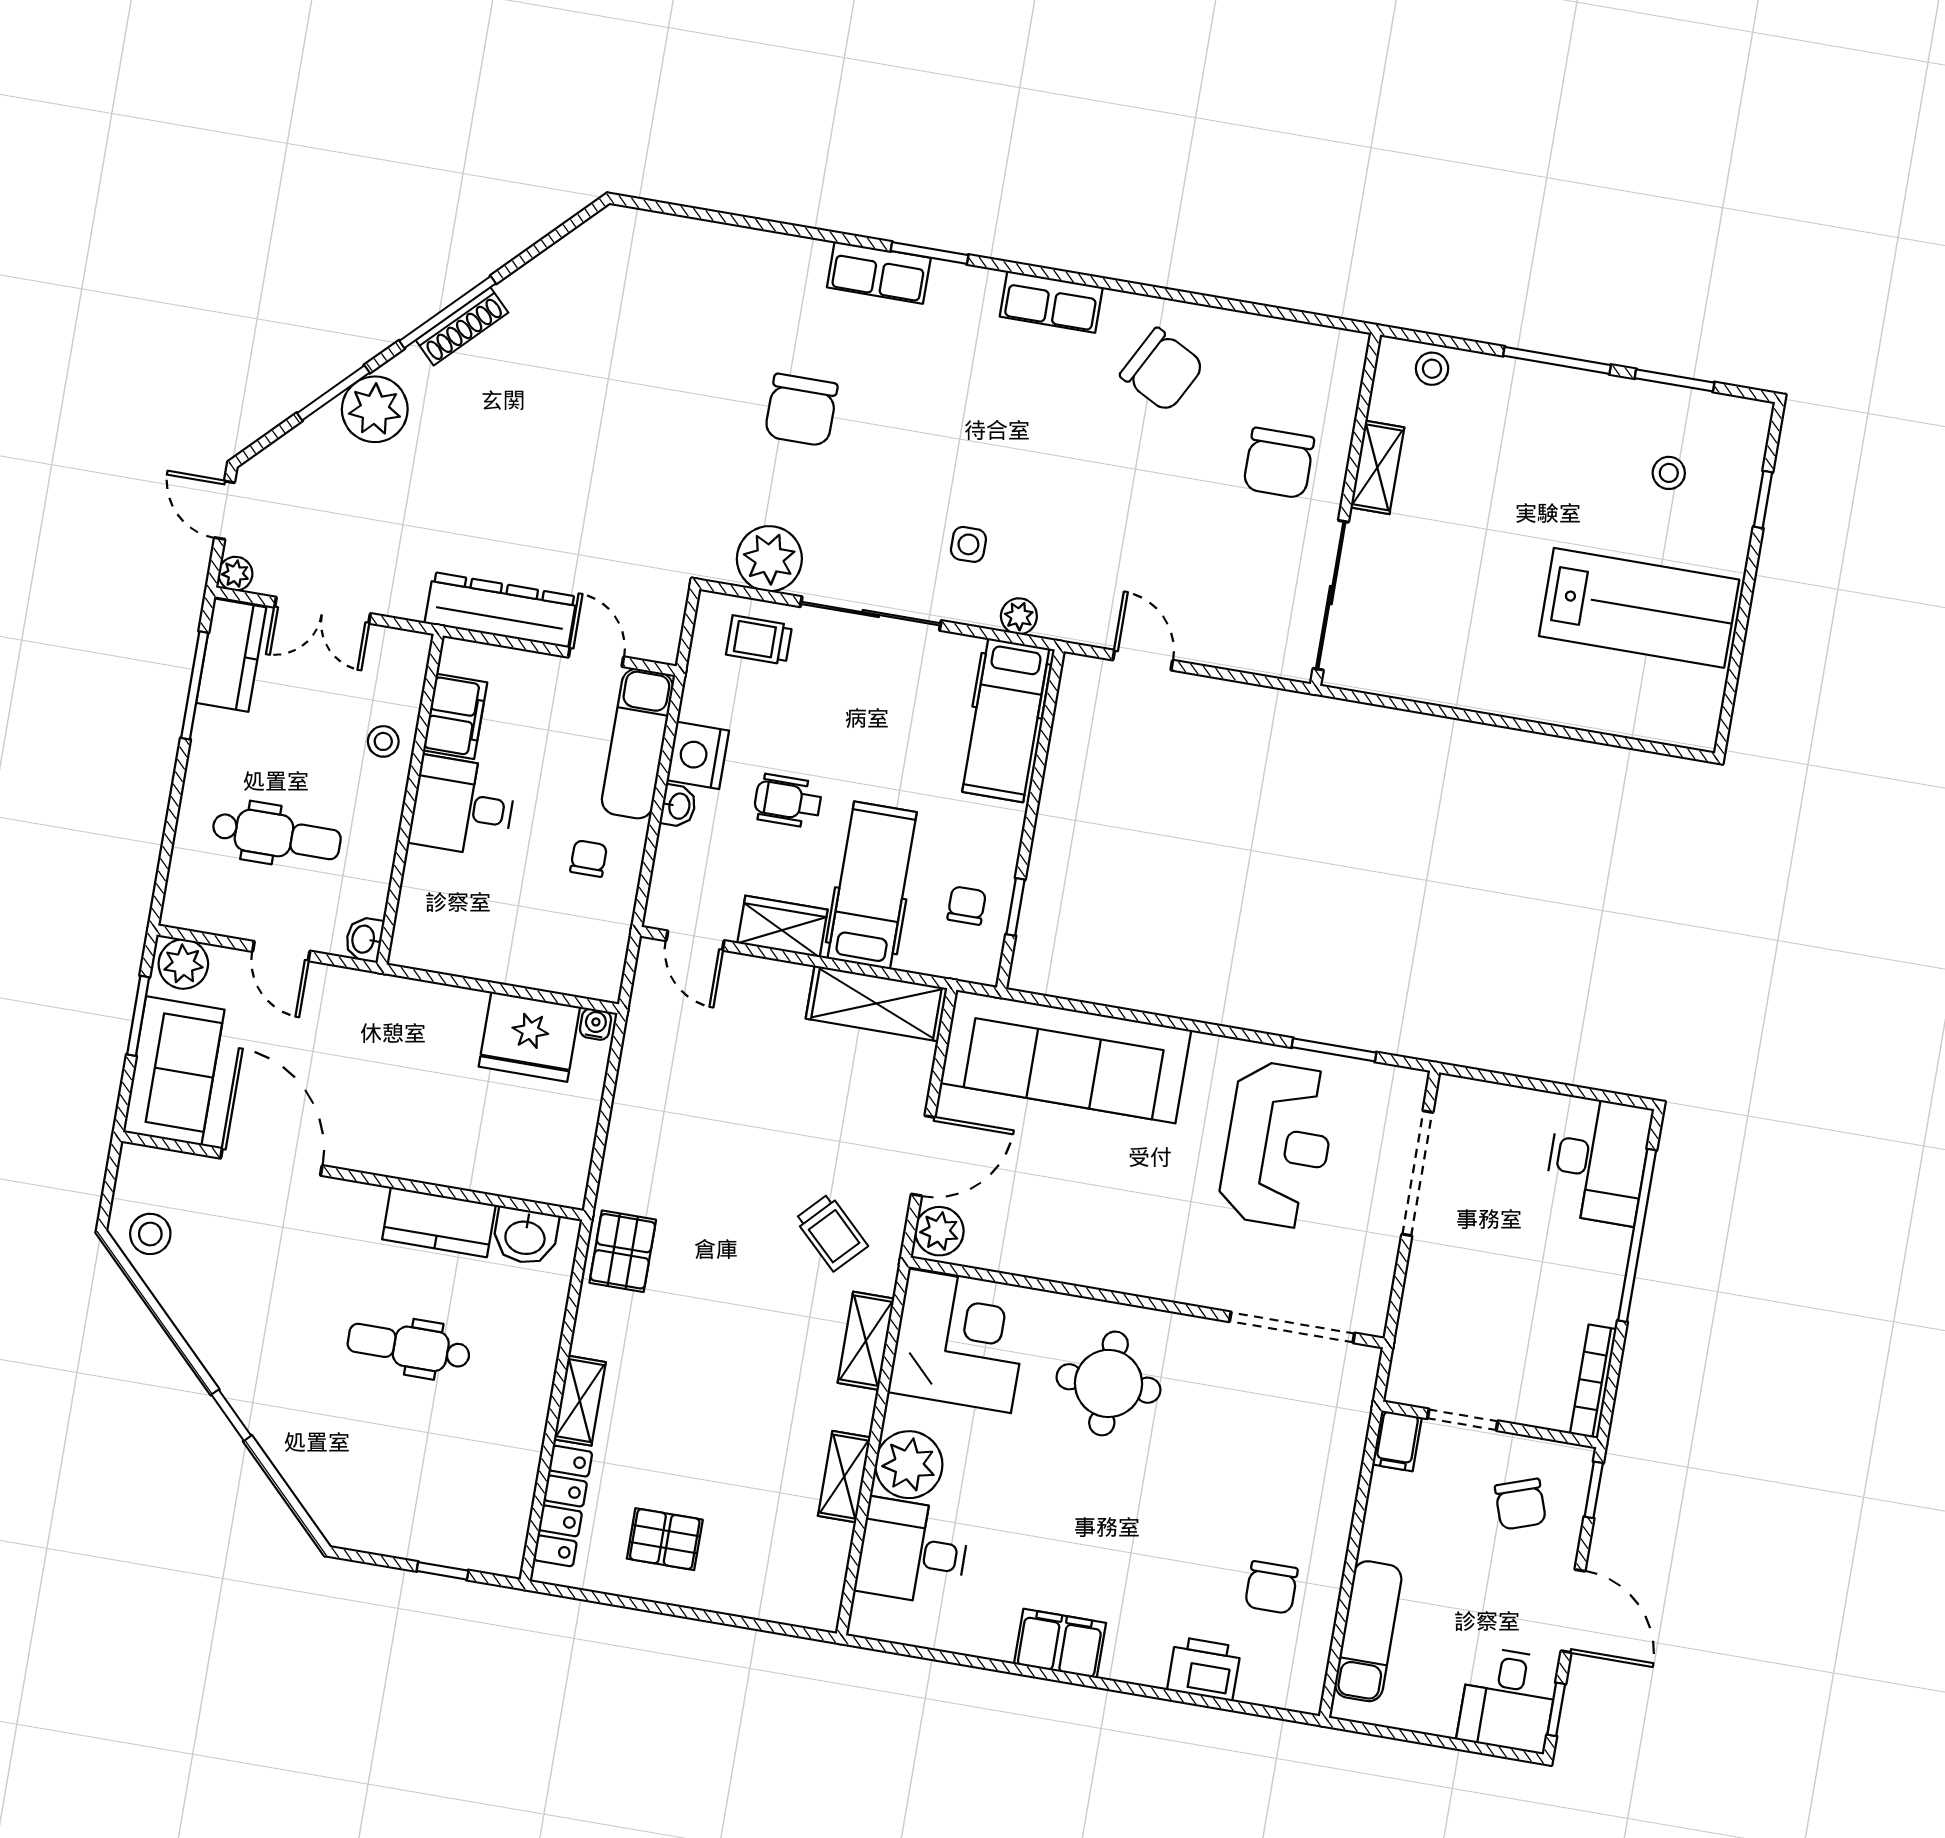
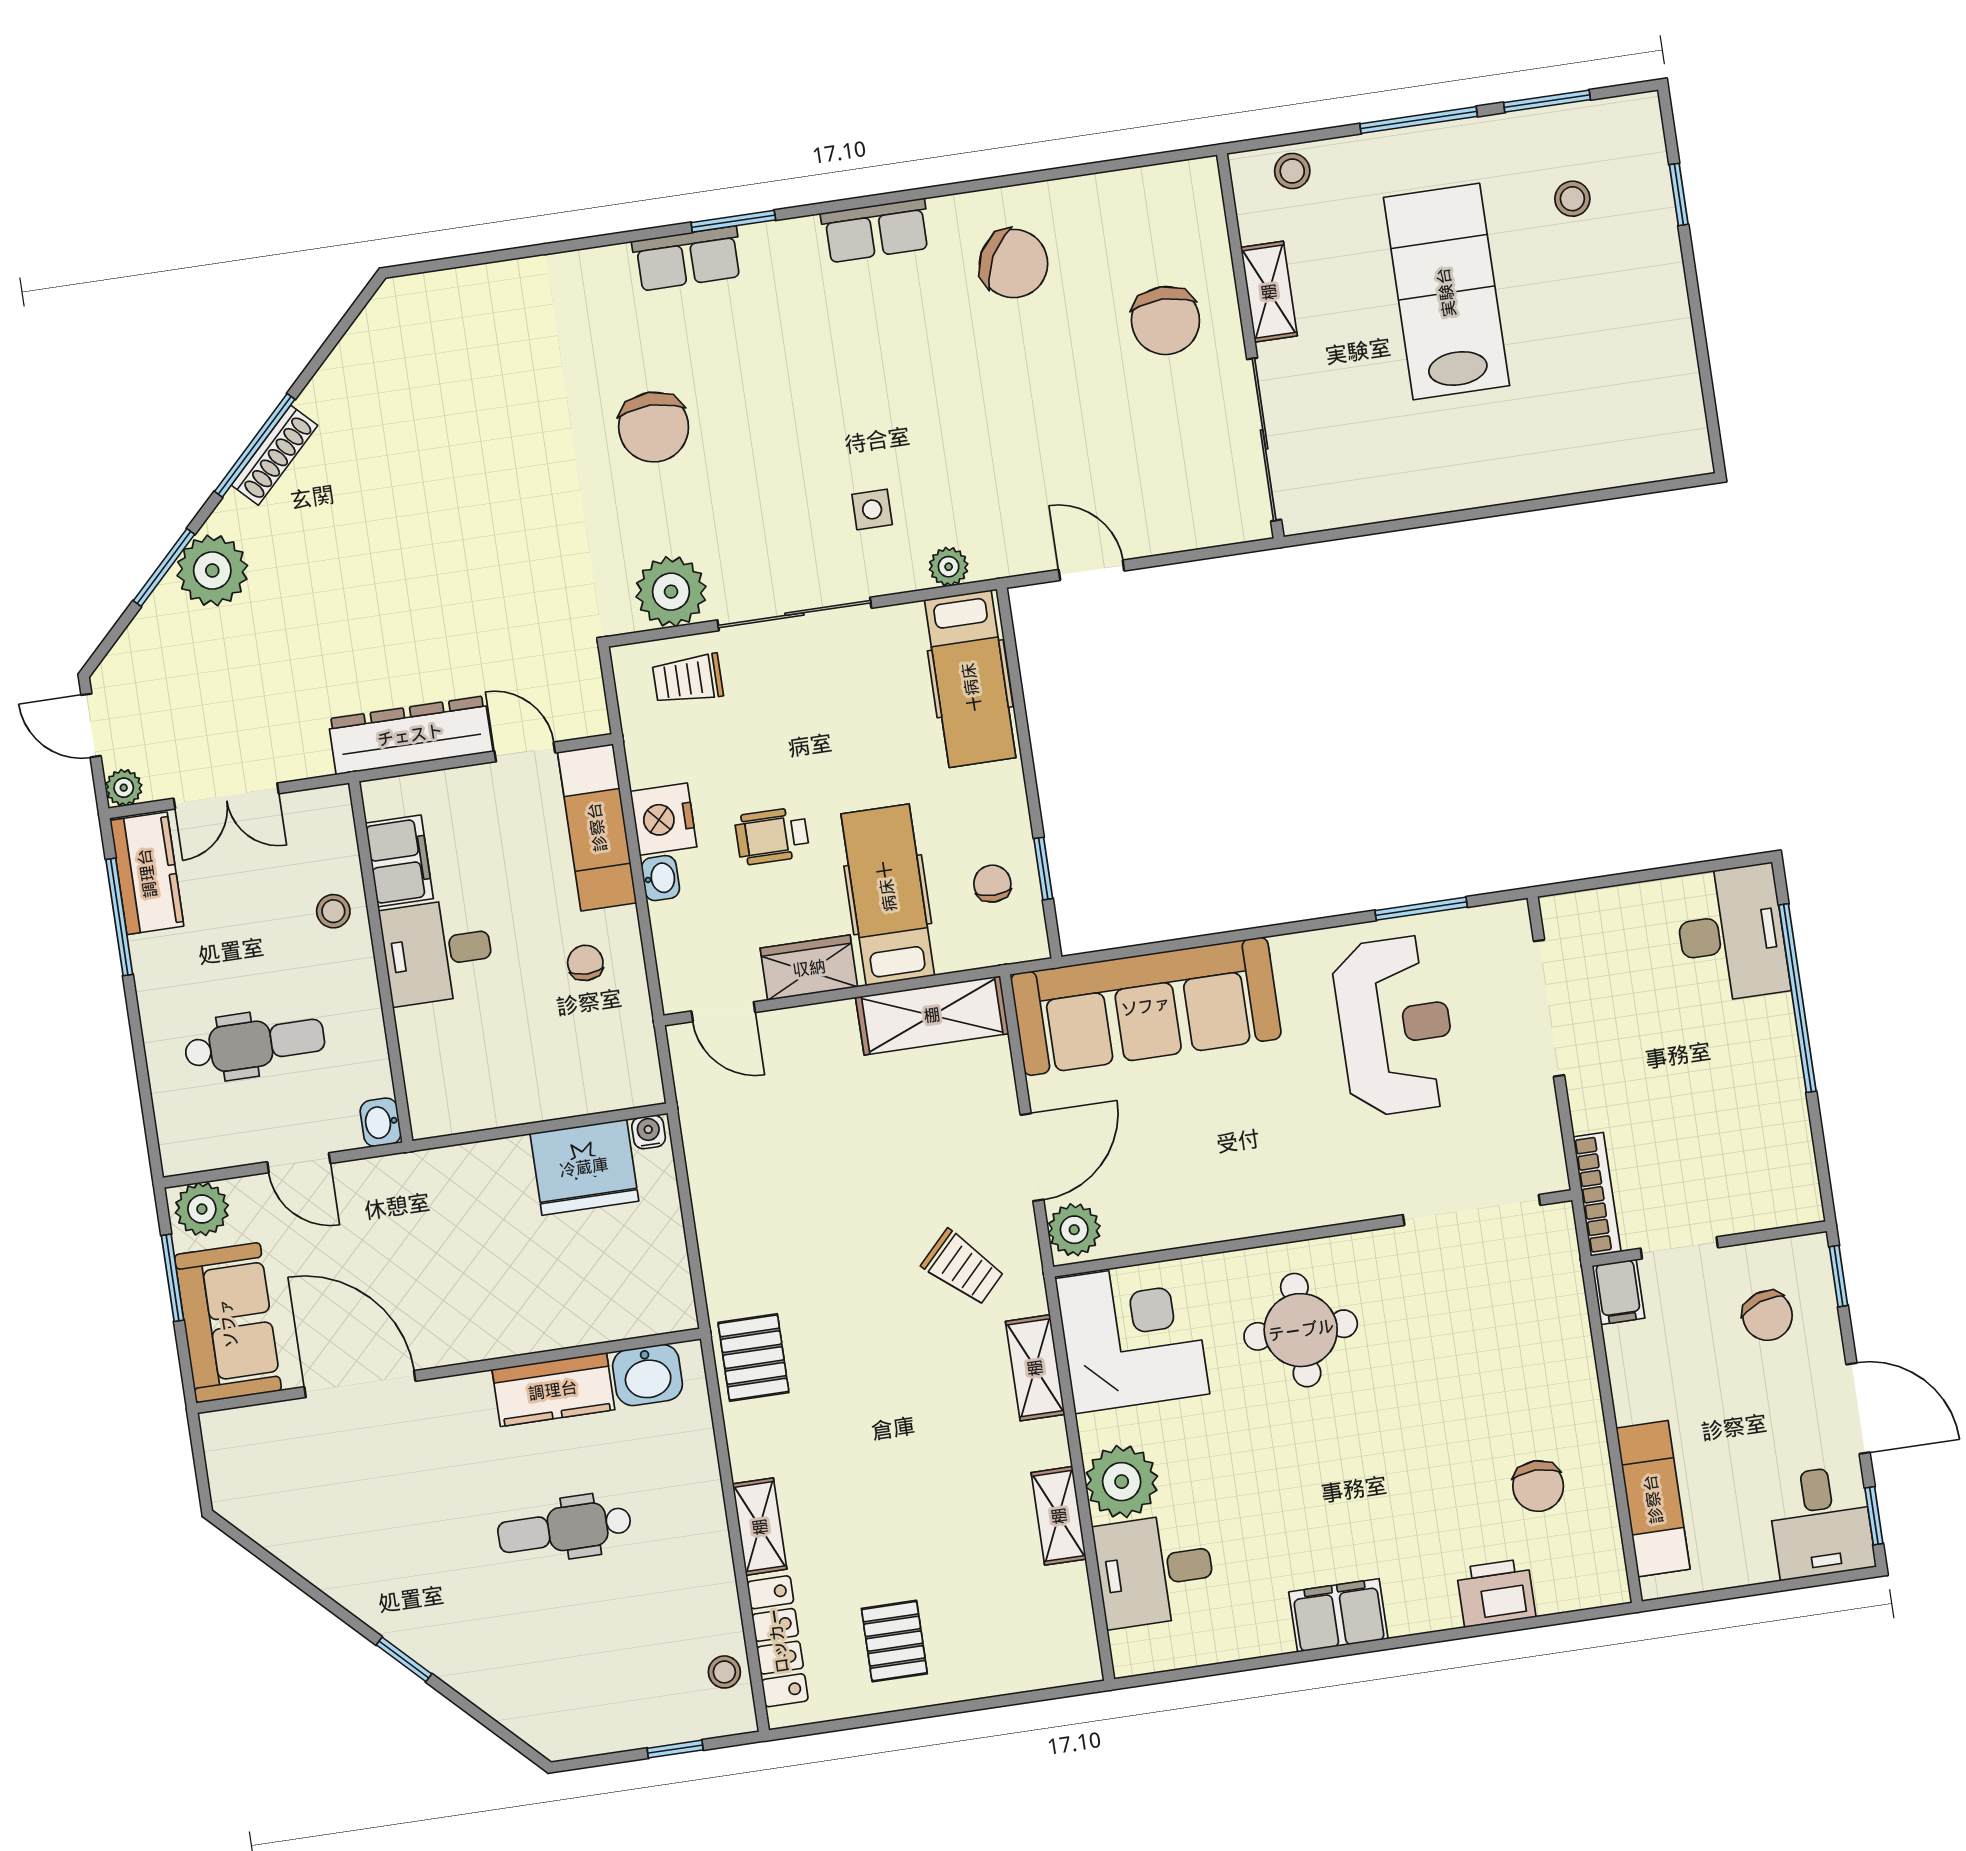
lab bench: (1639, 608) -> (1446, 292), moved, turned -90
stool: (150, 1234) -> (724, 1672), moved, width x0.73, depth x0.73
bookcase: (1593, 1381) -> (1597, 1194), moved, turned 180
pallet: (665, 1539) -> (894, 1641), turned 90

